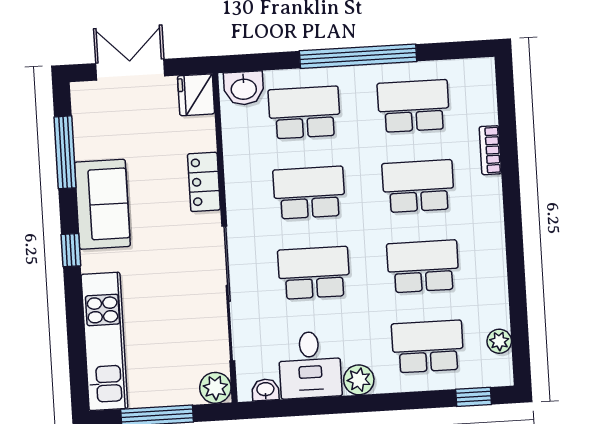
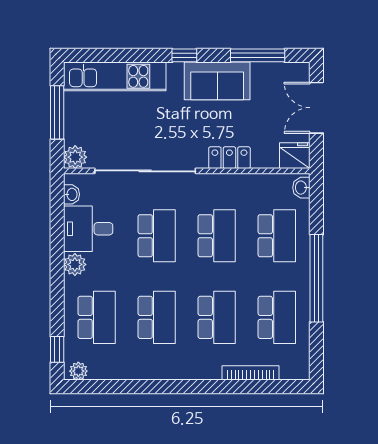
double door: (130, 70) -> (316, 108), swing flipped
washbasin: (244, 88) -> (301, 188), width x0.72, depth x0.69
bookcase: (490, 150) -> (251, 373), width x1.56
plant: (499, 341) -> (78, 371), moved

